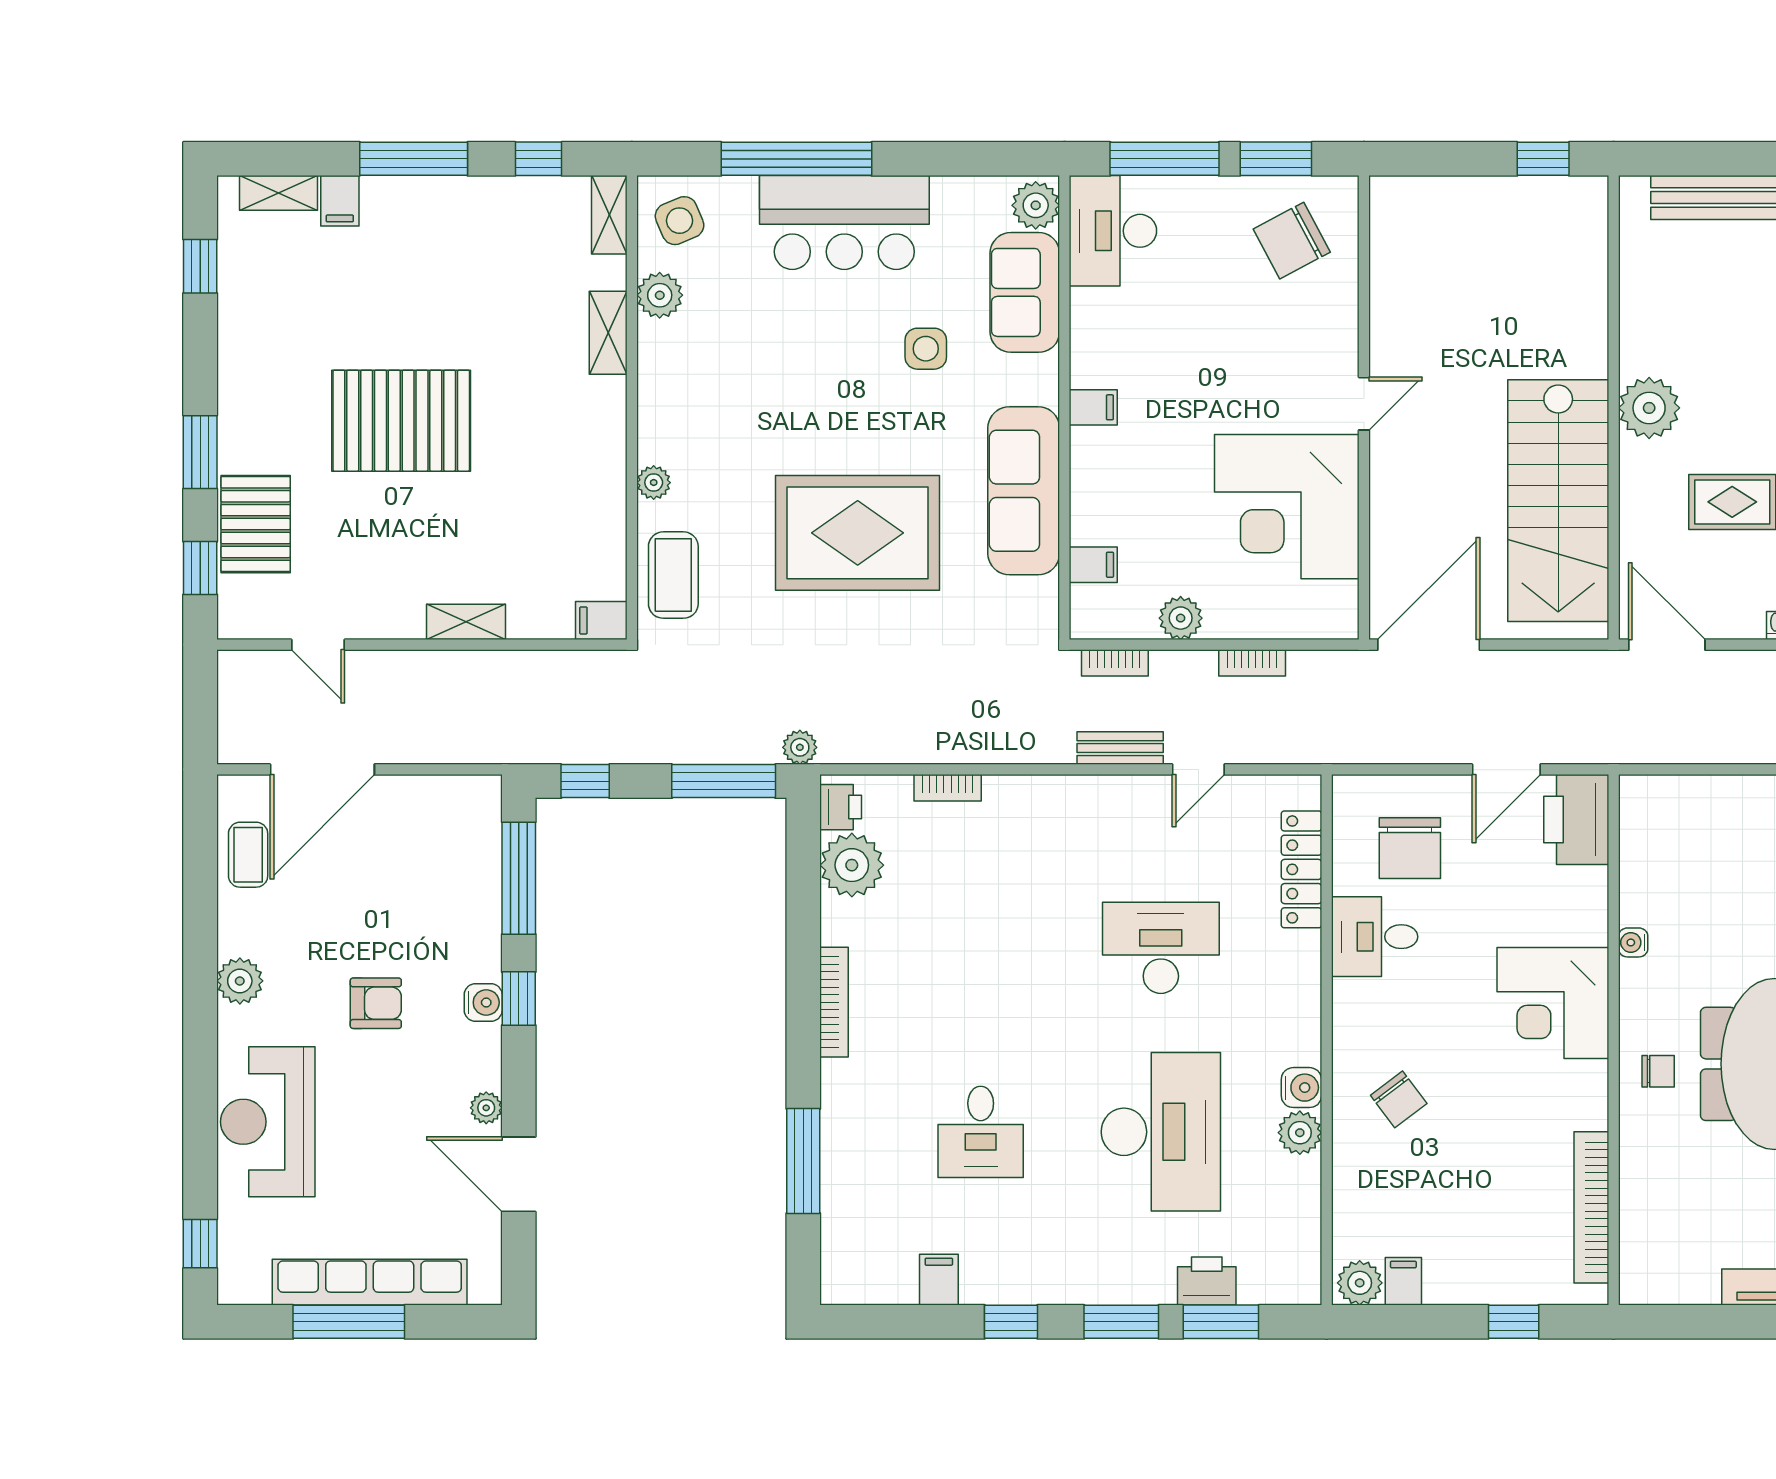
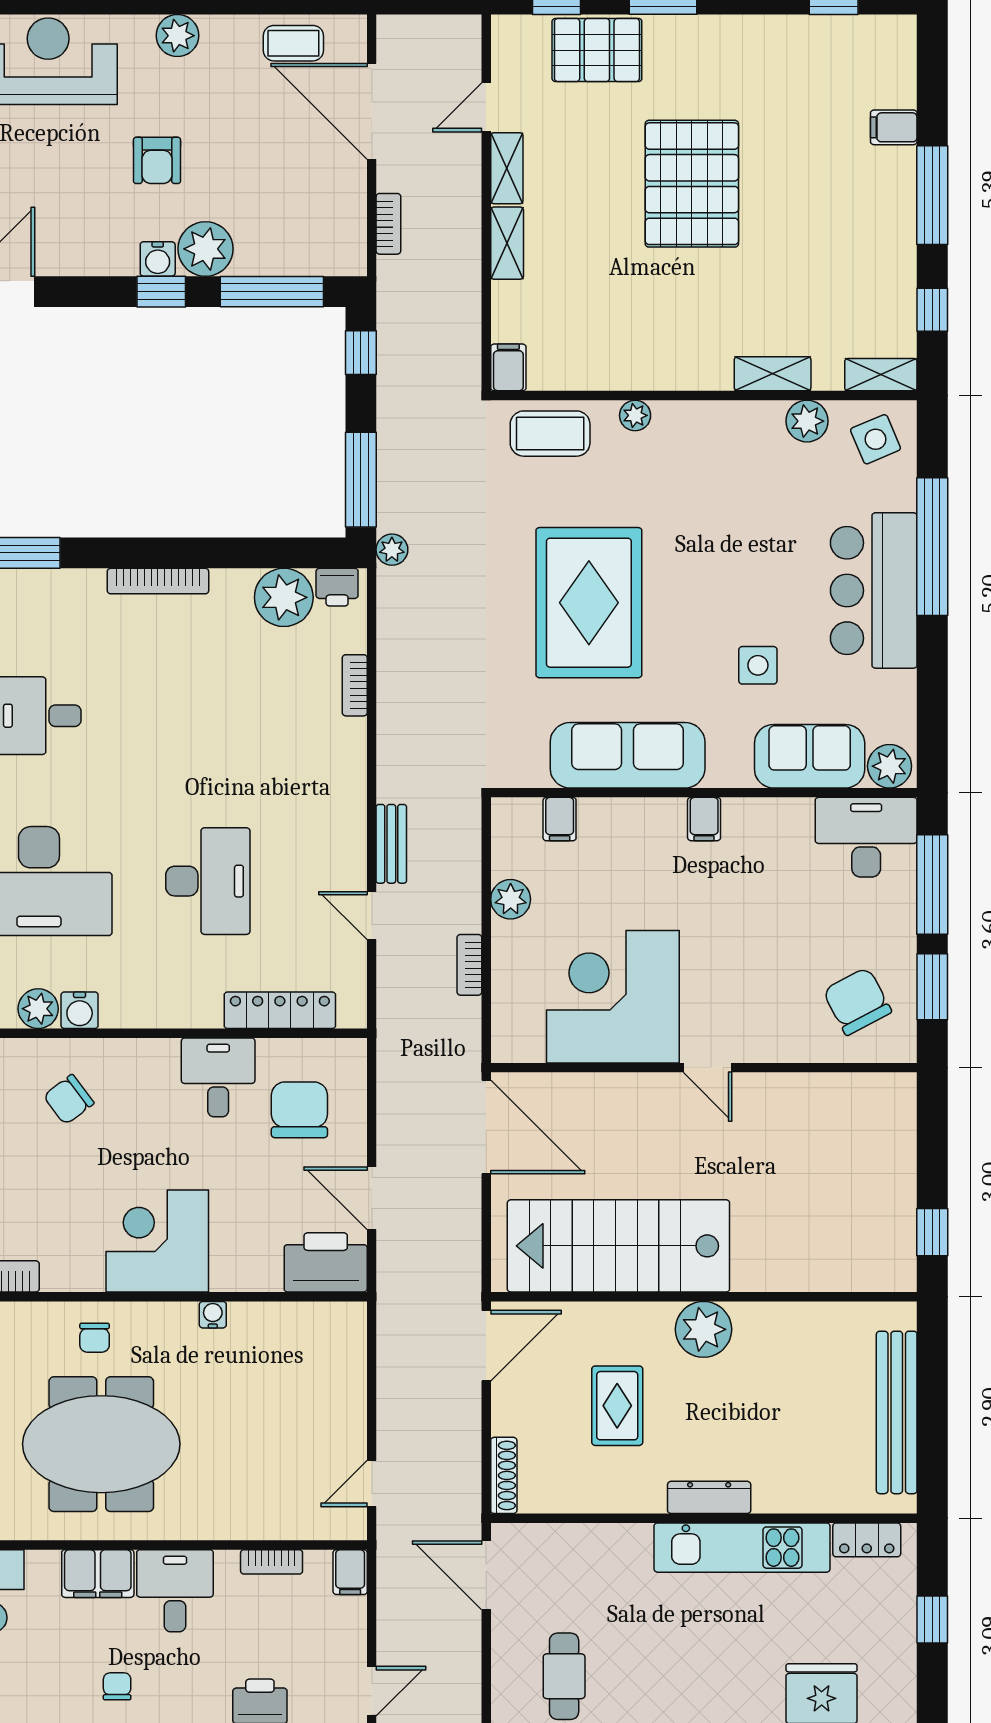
shelving: (279, 193) -> (507, 168), moved
bookcase: (1115, 663) -> (388, 224), moved, turned 180
chair: (1410, 848) -> (299, 1110), turned 90
plant: (486, 1108) -> (205, 249), moved, width x1.88, depth x1.88

